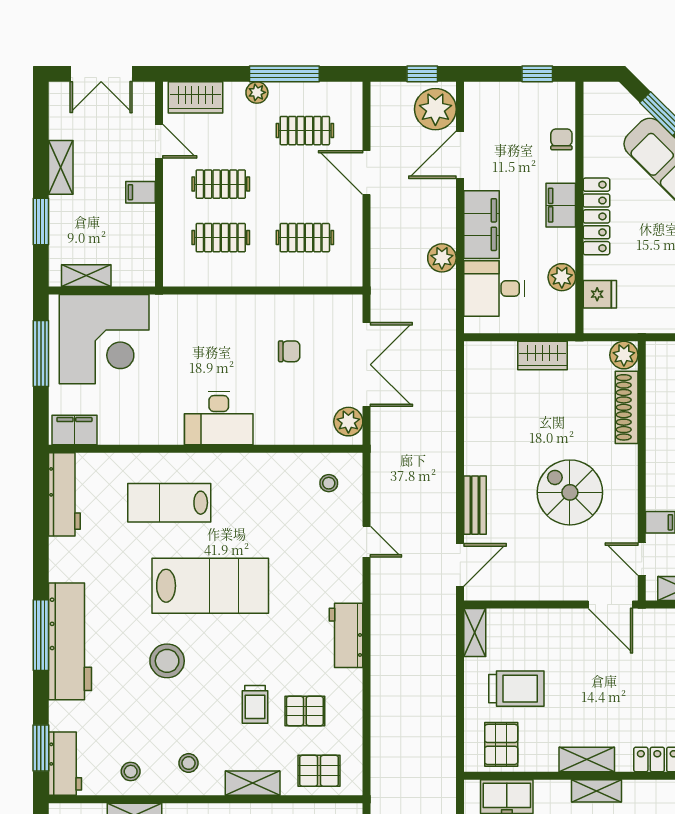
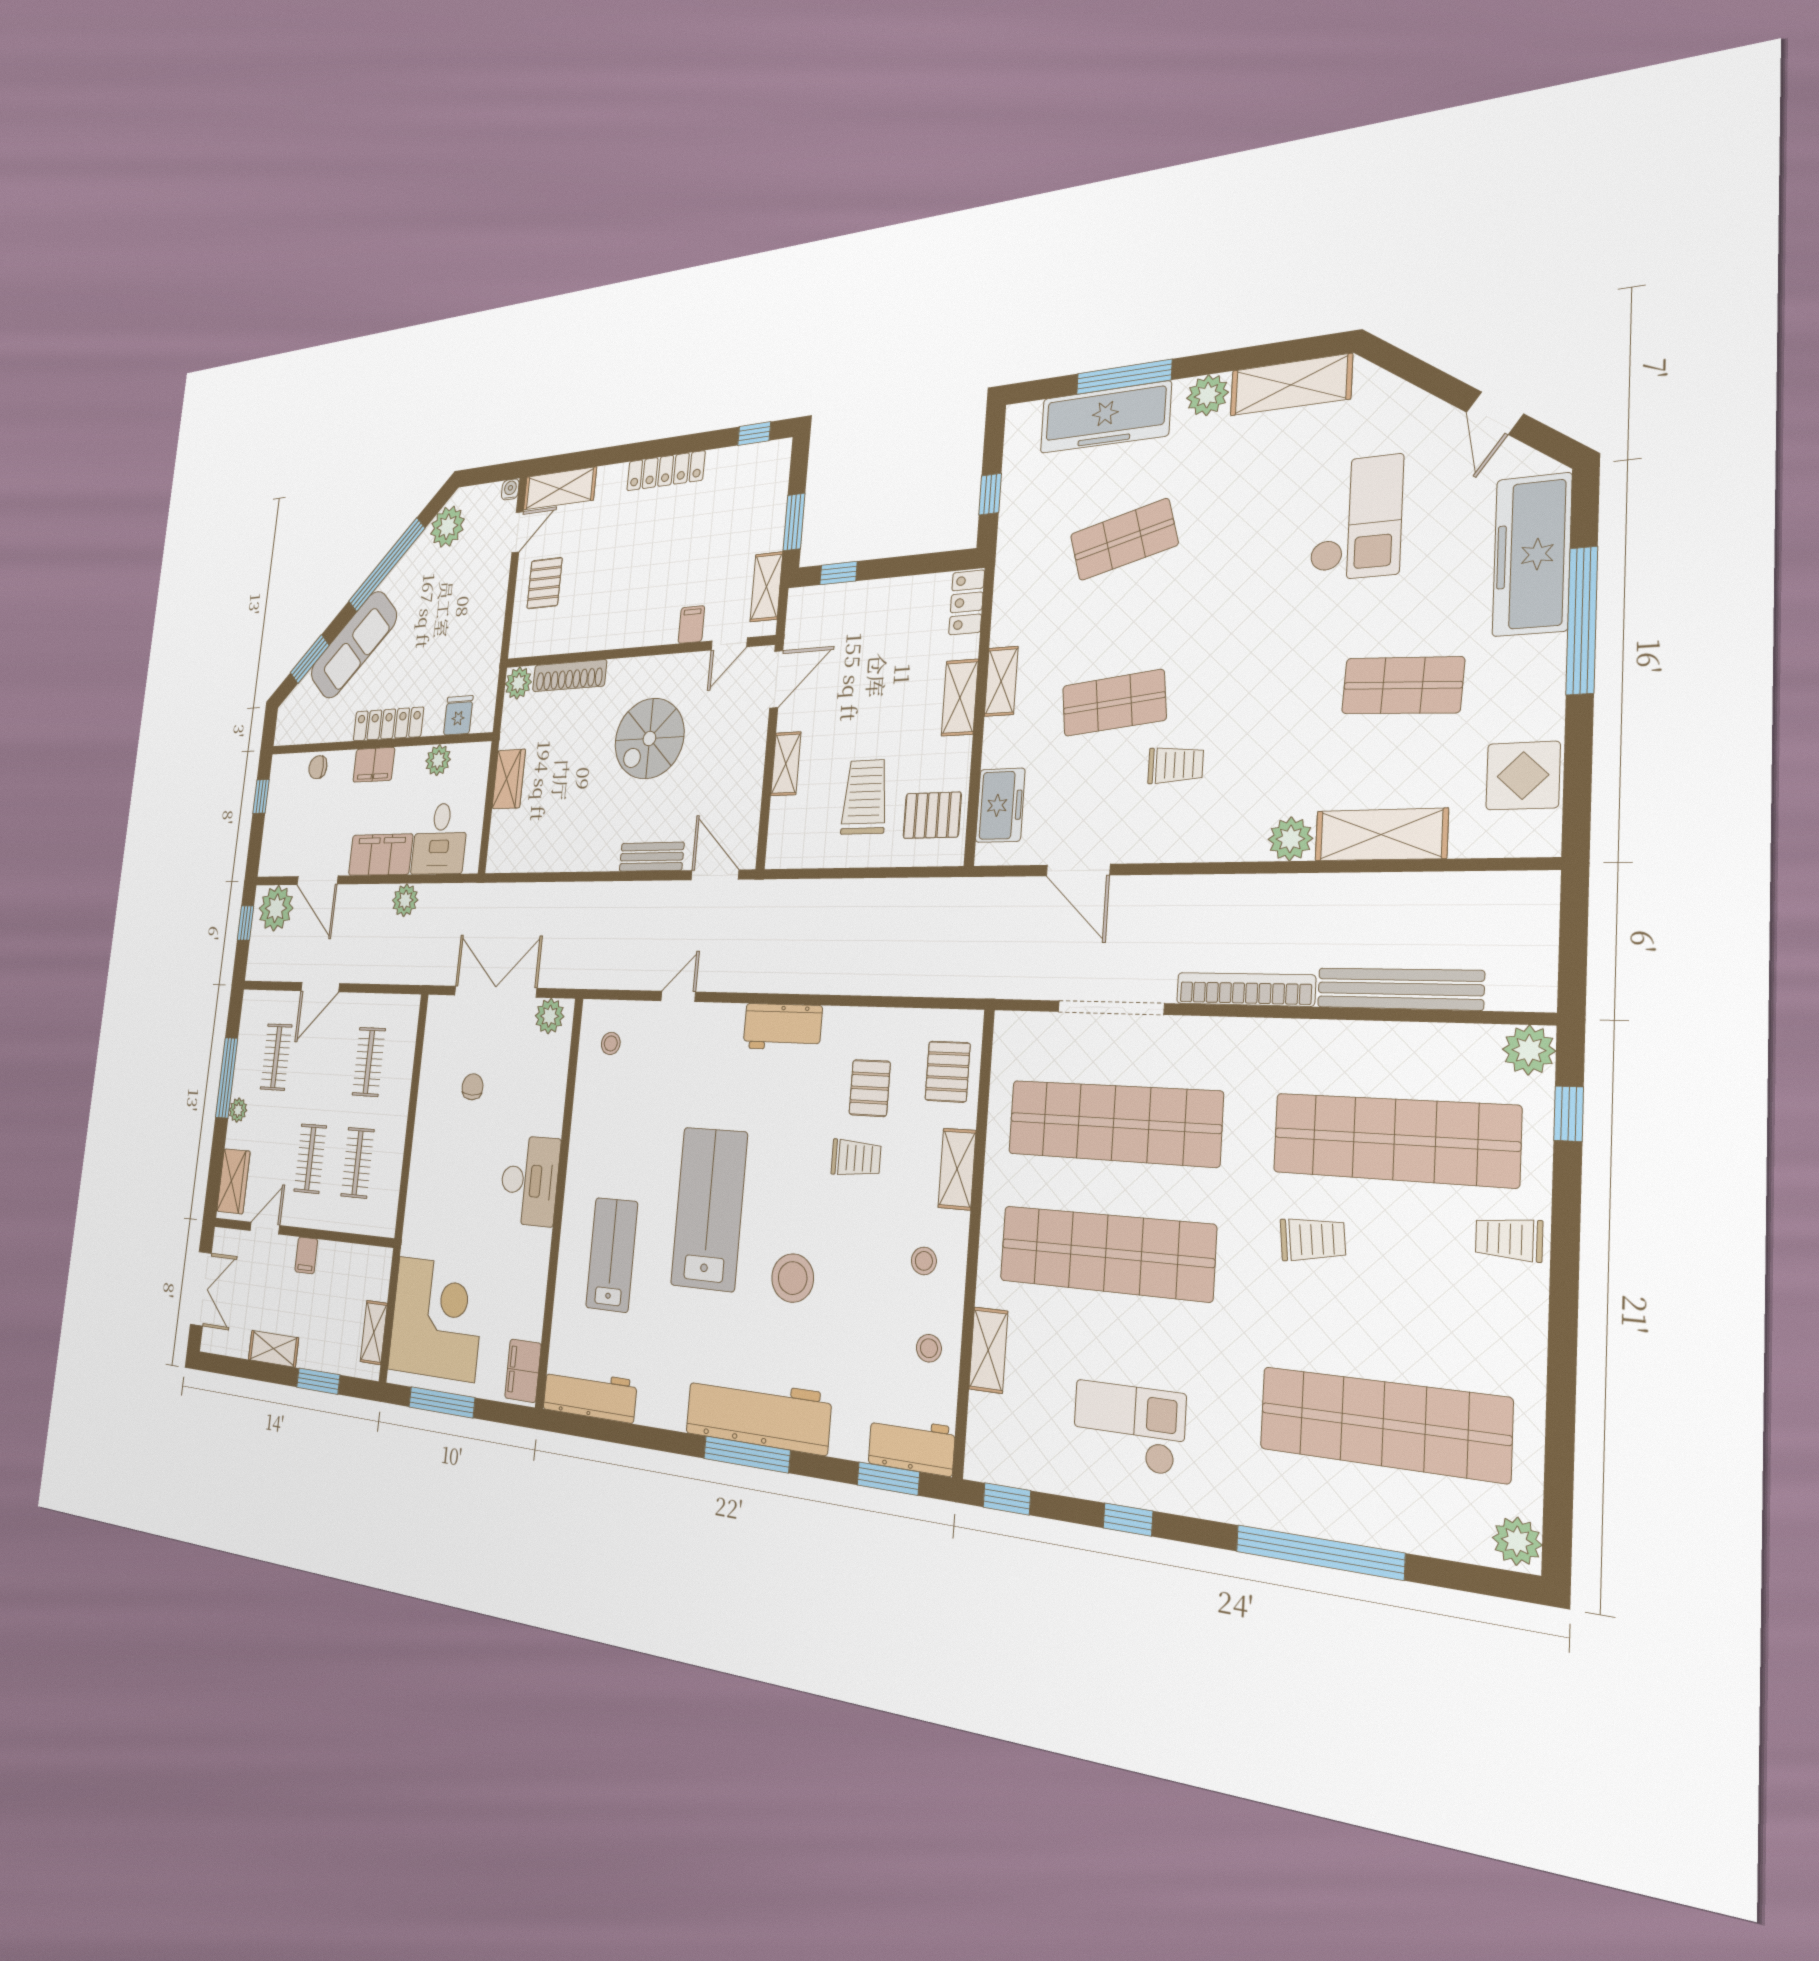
lab bench: (169, 503) -> (612, 1255), turned 180
shelving: (475, 633) -> (786, 764), moved, turned 90

